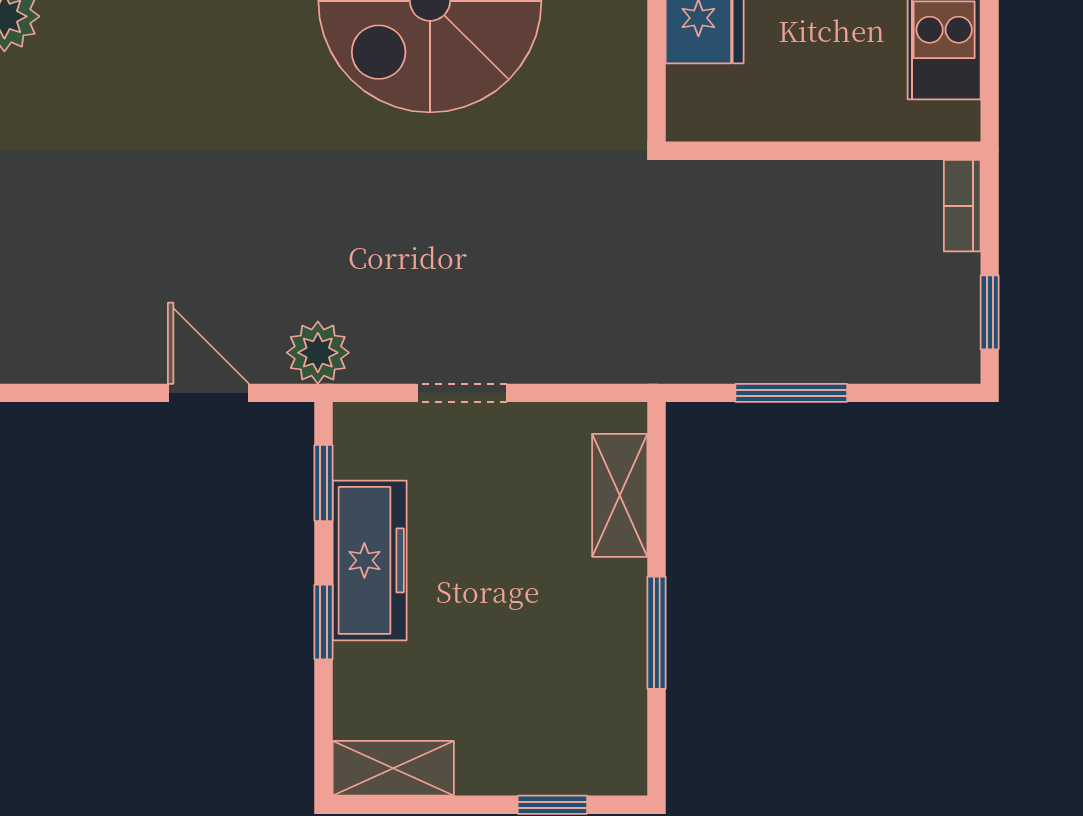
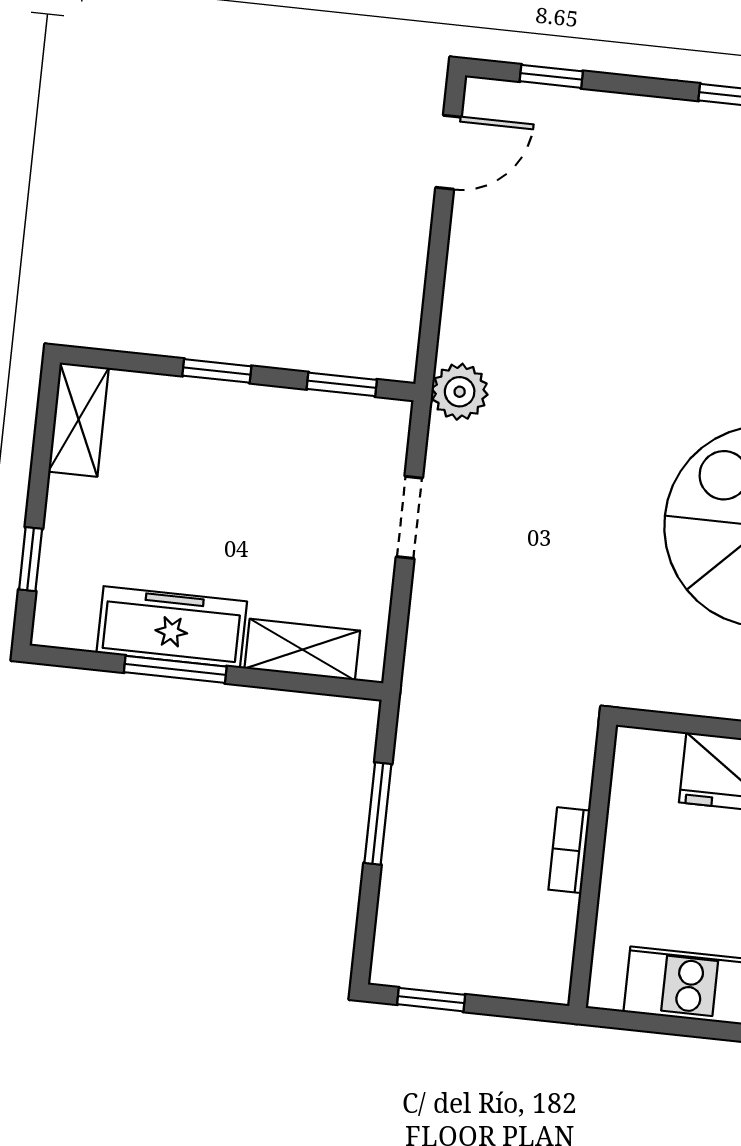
bookcase: (962, 206) -> (569, 850), moved, turned -90
door: (209, 393) -> (449, 152), moved
freezer: (370, 560) -> (172, 627), moved, turned 180

